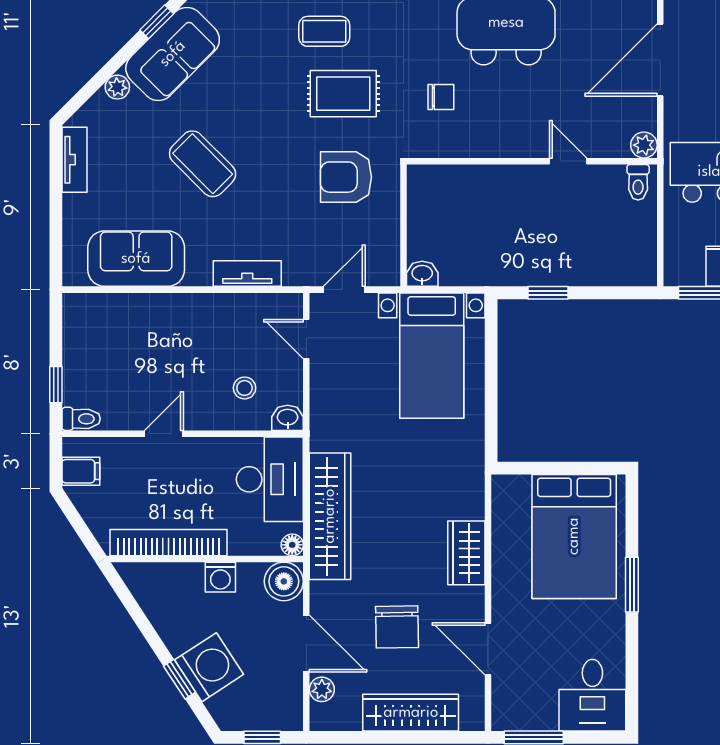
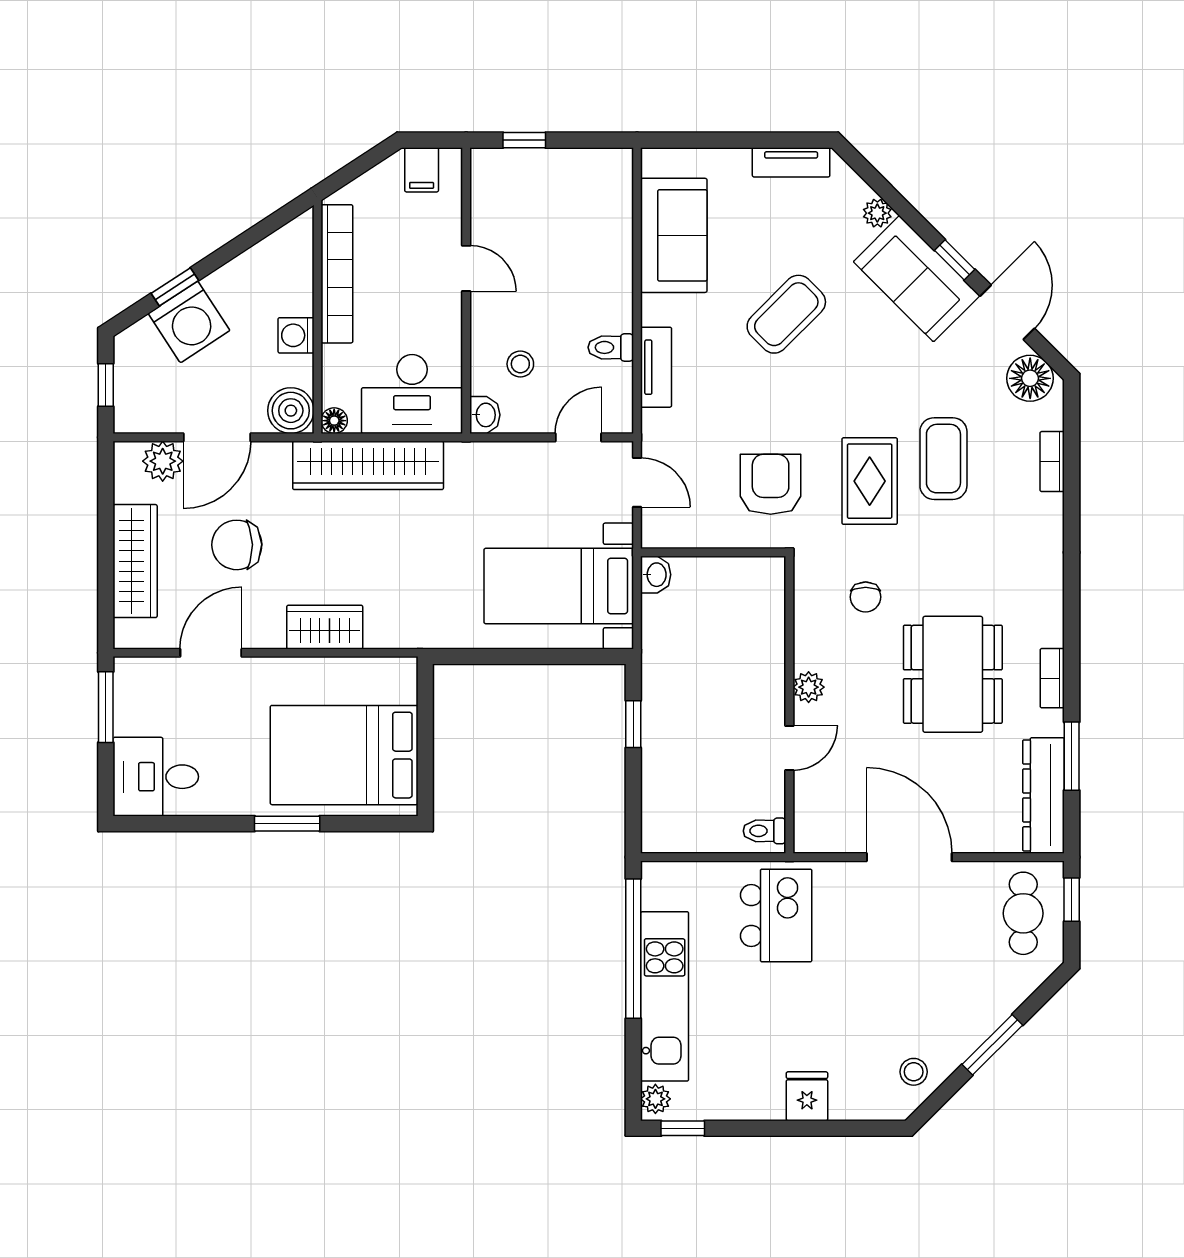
coffee table: (324, 31) -> (943, 459), width x1.36, depth x1.30
plant: (644, 145) -> (809, 687), moved
toilet: (81, 419) -> (611, 347), moved, turned 90
plant: (322, 689) -> (163, 461), width x1.38, depth x1.38

